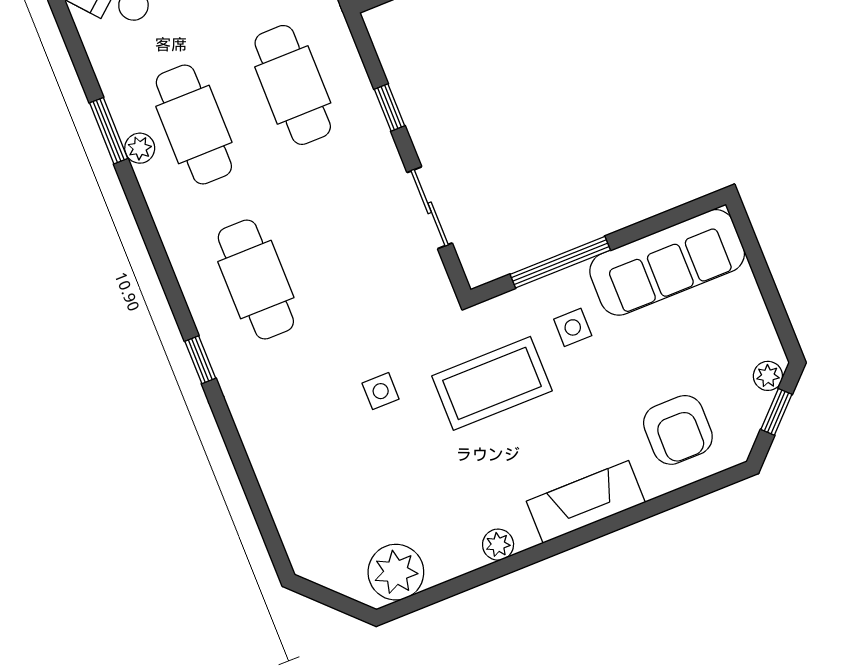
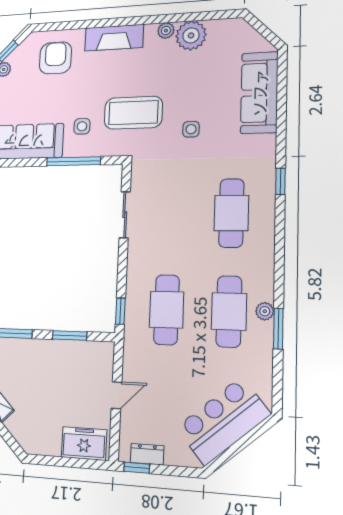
window: (389, 107) -> (120, 311), moved
sofa: (294, 492) -> (259, 93), added
plant: (396, 572) -> (191, 35), moved

